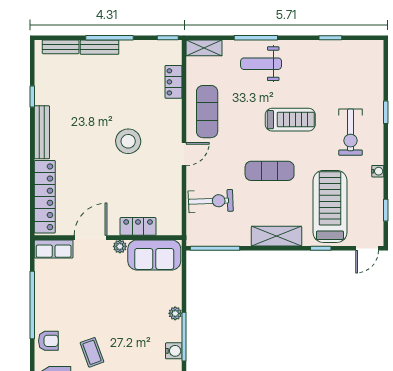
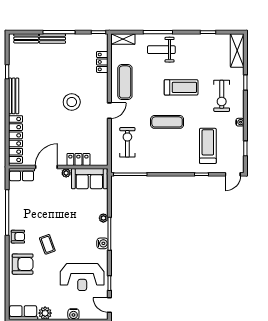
exercise bike: (211, 201) -> (127, 142), turned -88
treadmill: (330, 206) -> (208, 146), width x0.73, depth x0.73
shelving: (276, 236) -> (237, 50), moved, turned 90

